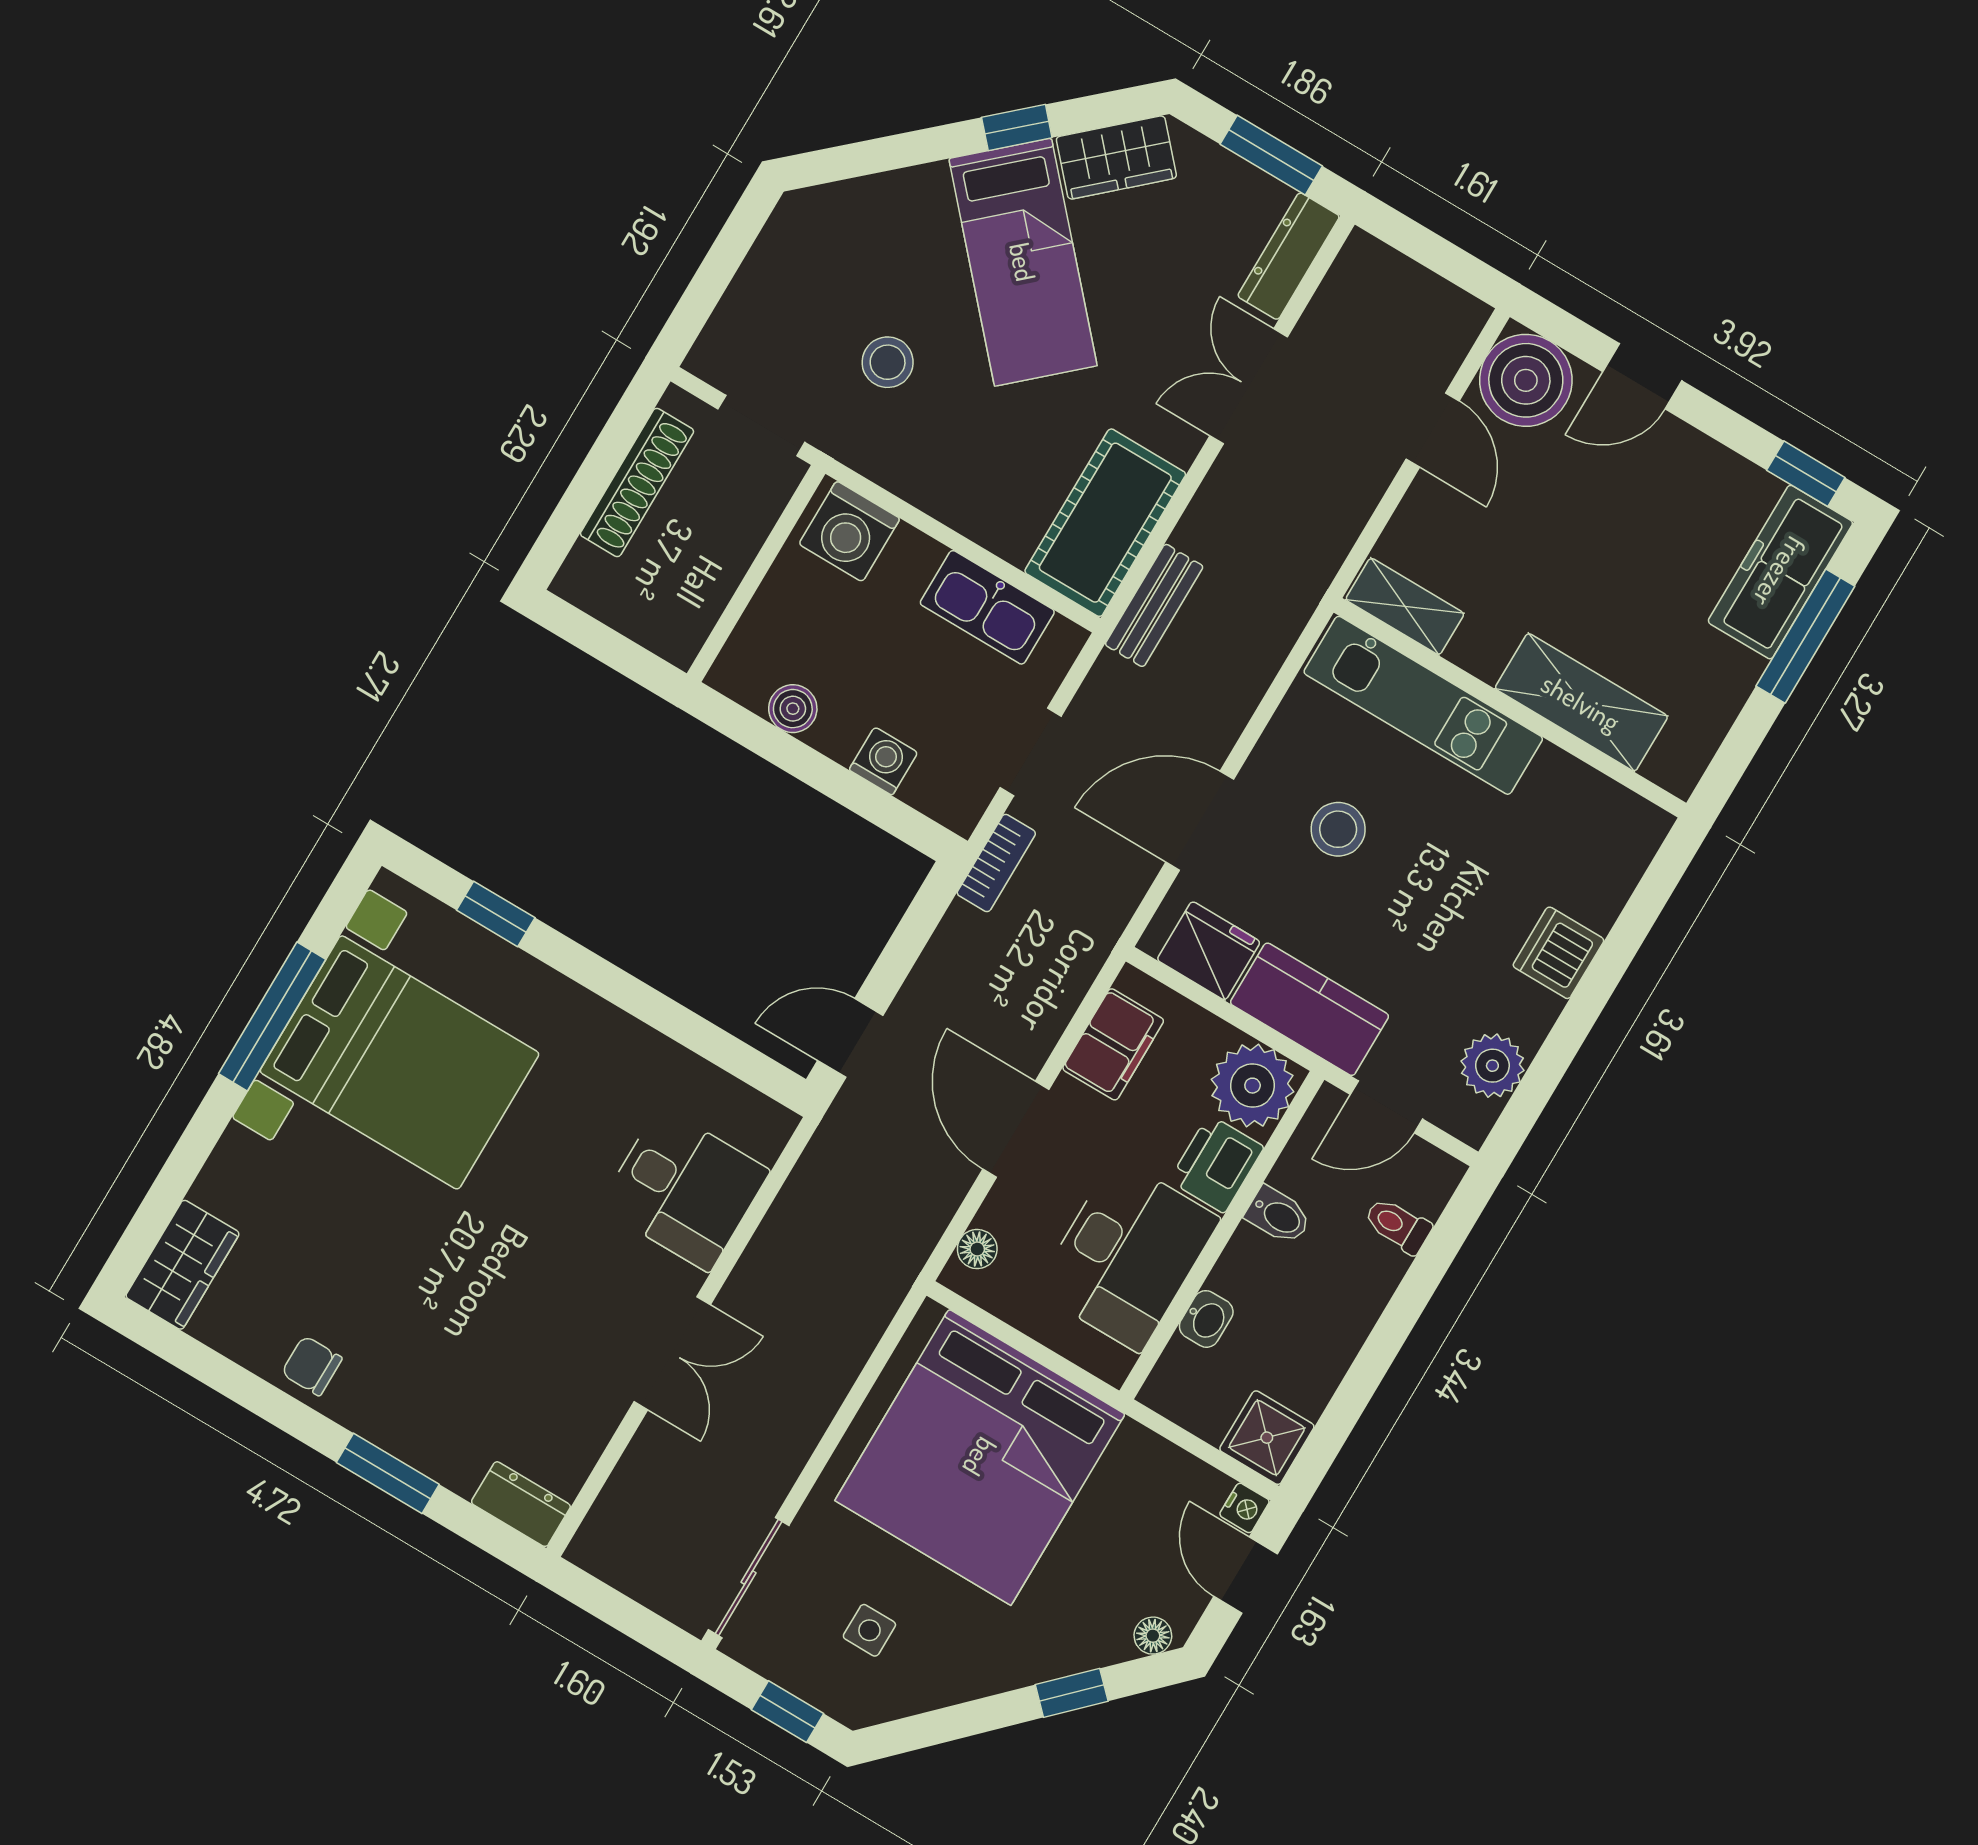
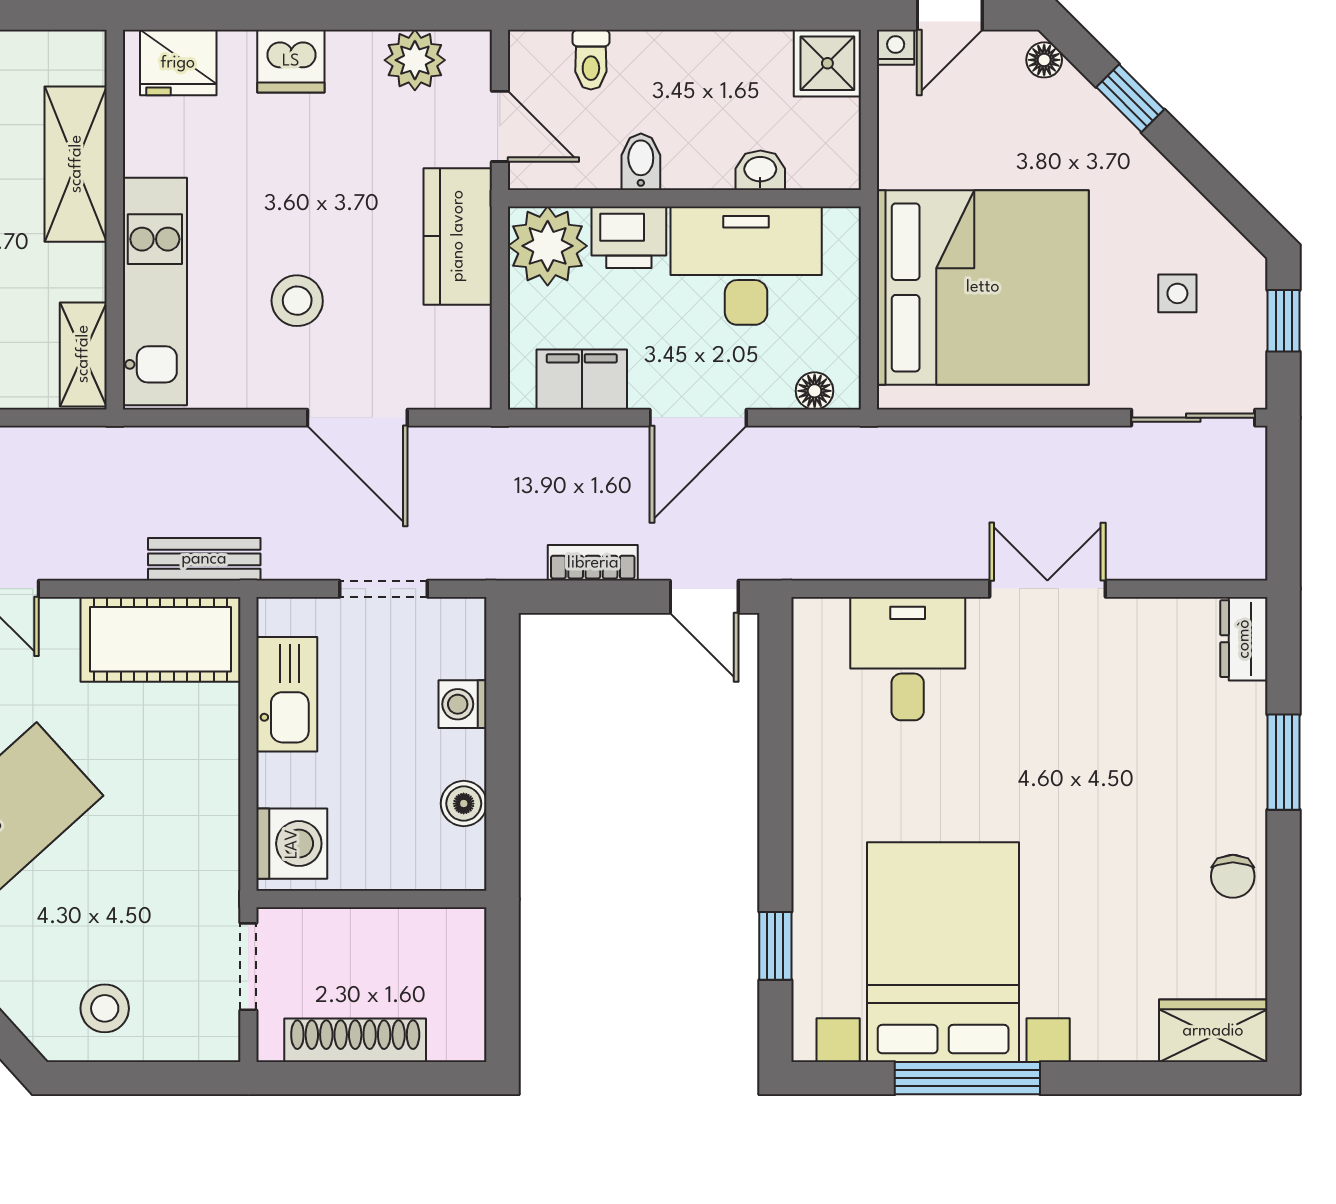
stool: (888, 362) -> (105, 1008), moved
bookcase: (996, 863) -> (593, 563), moved
fridge: (1209, 951) -> (178, 63), moved, turned -90

